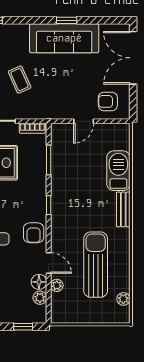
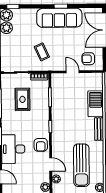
coffee table: (20, 80) -> (42, 52), moved
door: (84, 121) -> (73, 72), swing flipped
sun lounger: (96, 265) -> (81, 165), turned 180
floor lamp: (39, 282) -> (45, 177), removed

